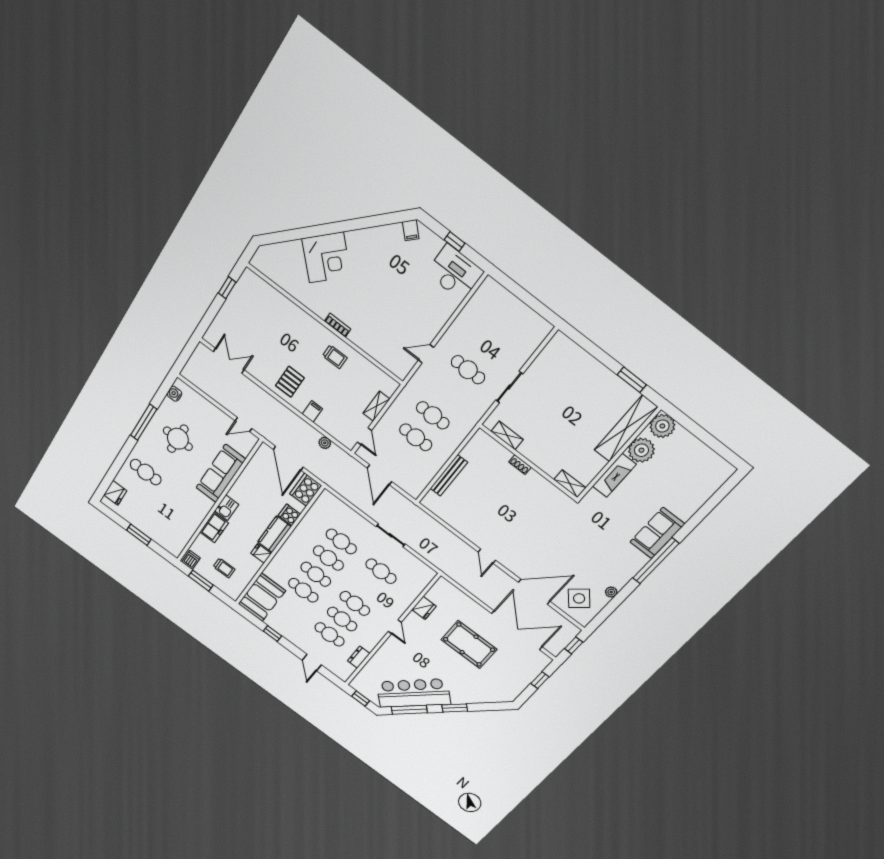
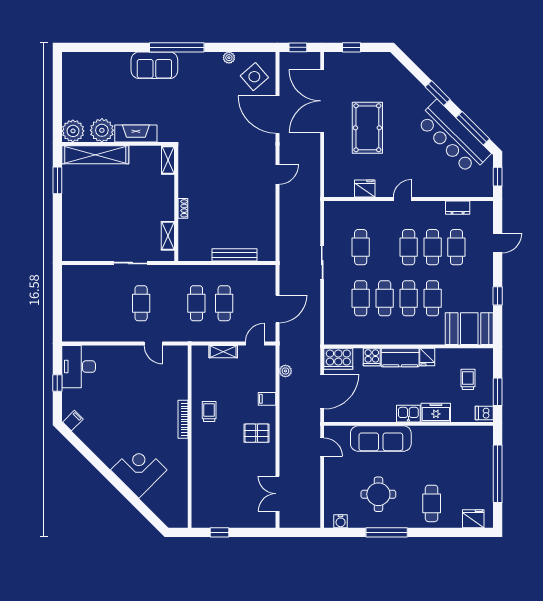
bookcase: (338, 325) -> (183, 419), width x1.56
window: (139, 535) -> (498, 474), width x2.11

